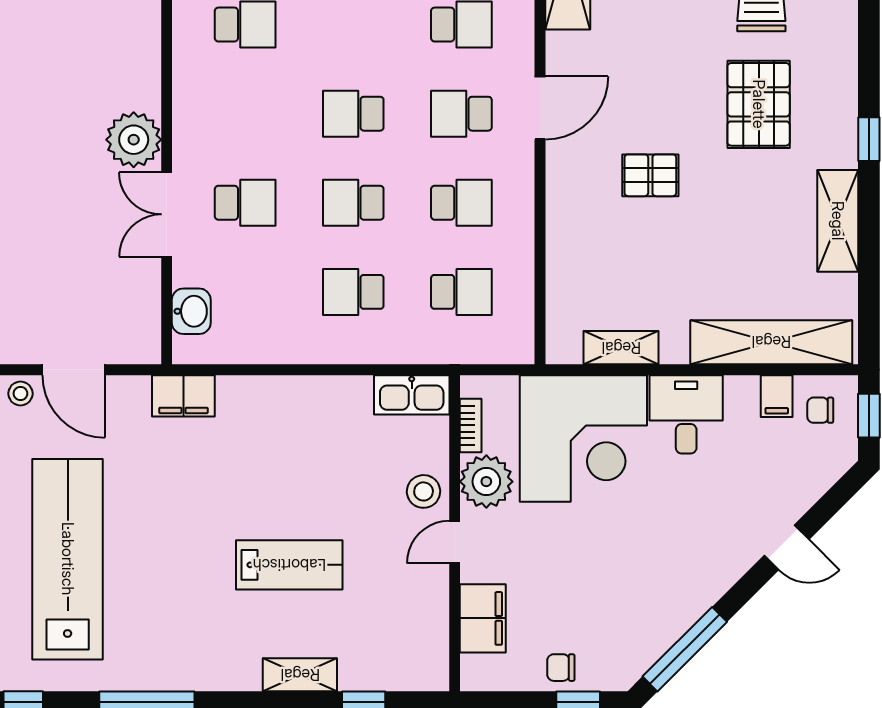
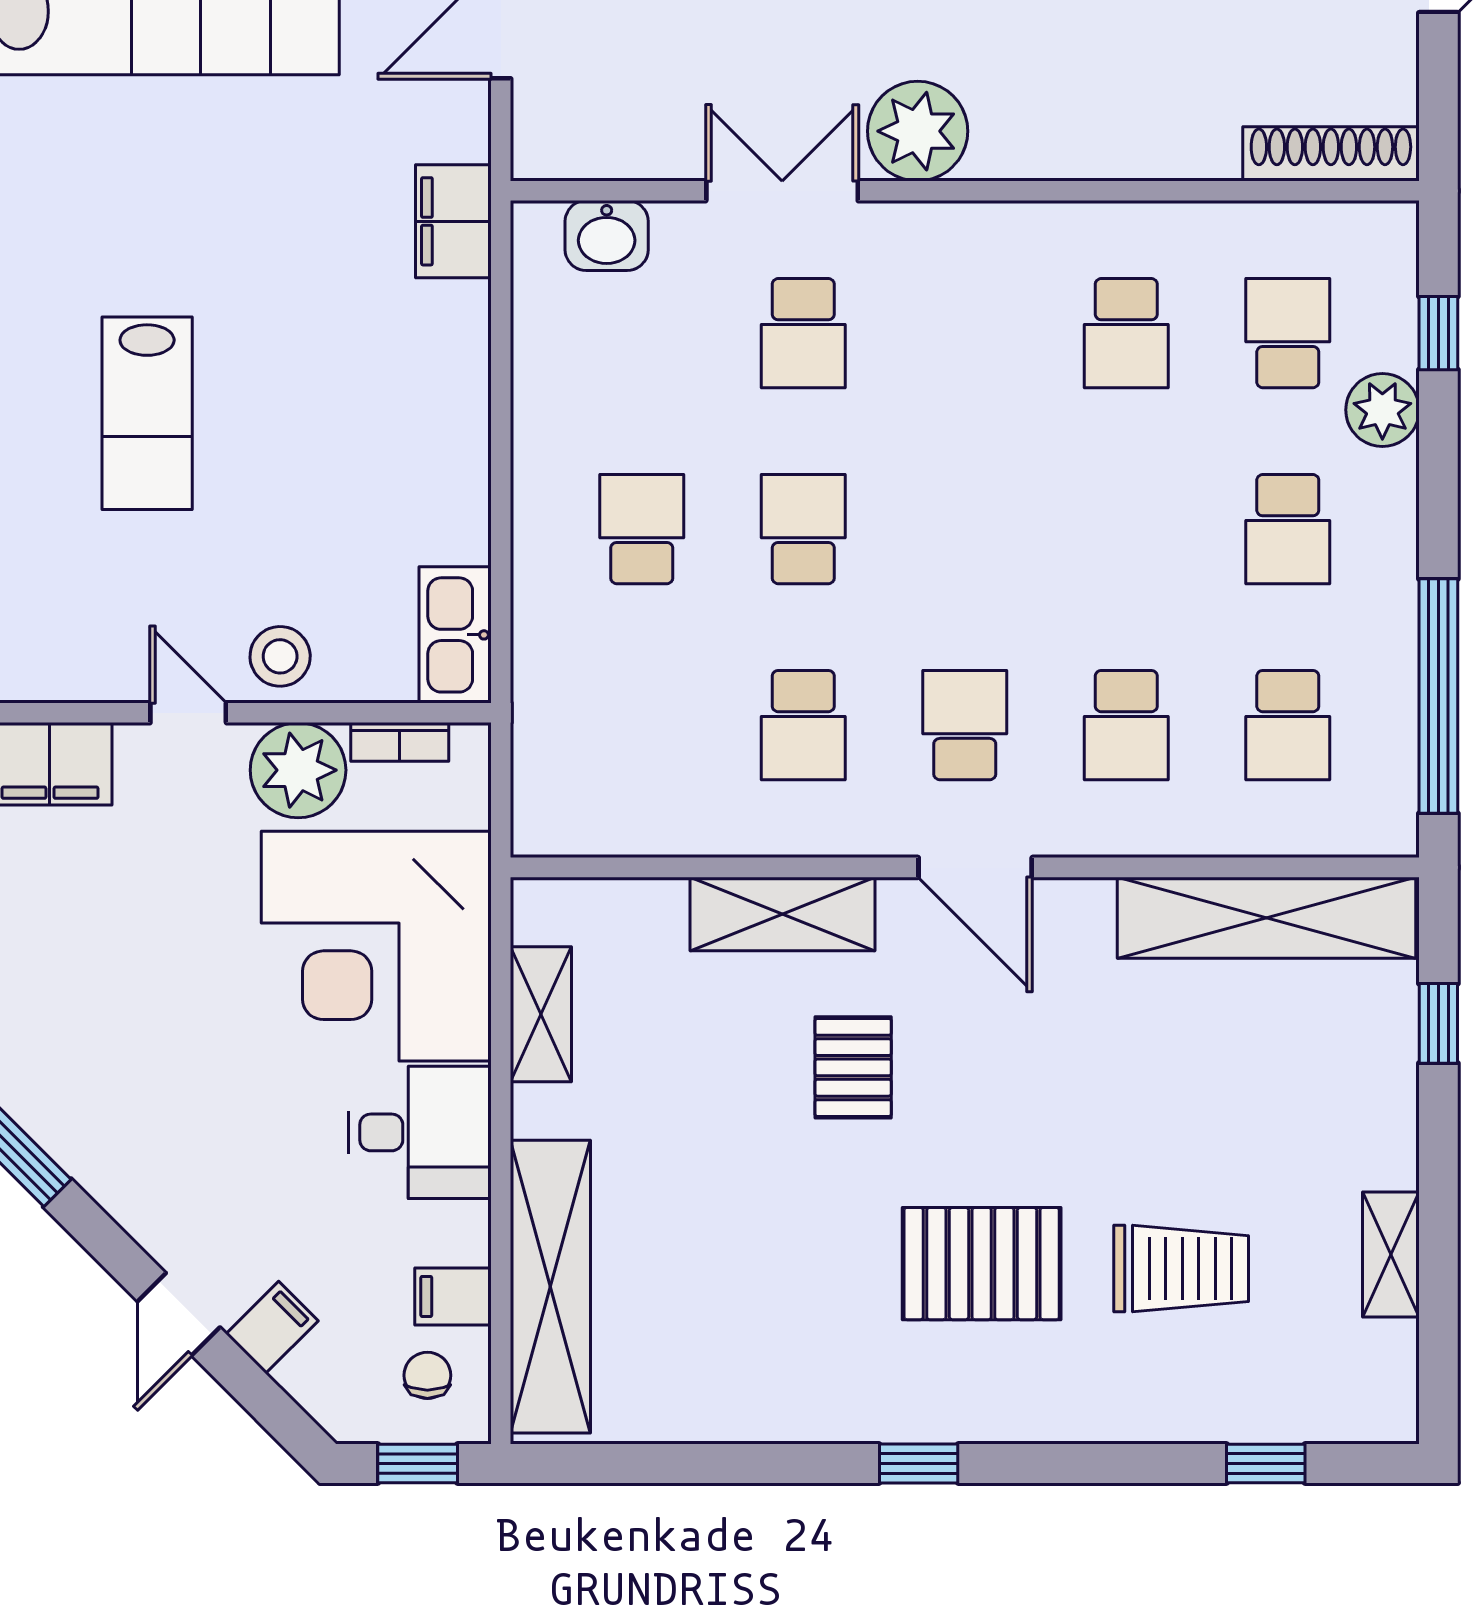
school desk: (353, 114) -> (965, 529), removed
shelving: (838, 221) -> (783, 914), moved
school desk: (461, 292) -> (642, 725), removed
filing cabinet: (794, 496) -> (272, 1327), added

